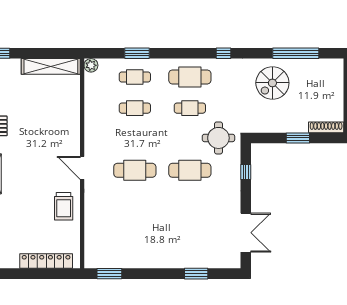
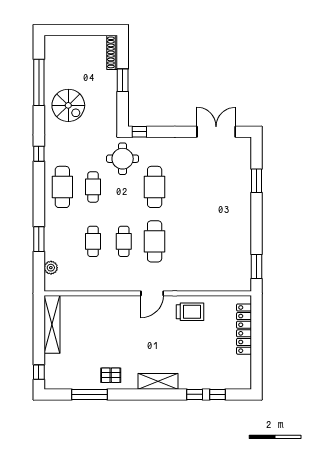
plant: (91, 65) -> (51, 268), moved
cafe table: (135, 77) -> (124, 241), moved
window: (246, 172) -> (139, 132), moved

